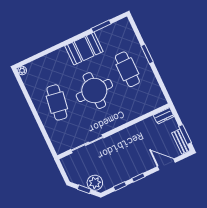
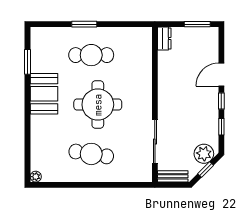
bench: (181, 142) -> (173, 176), moved
door: (166, 164) -> (221, 75), moved

